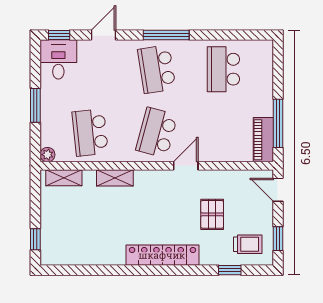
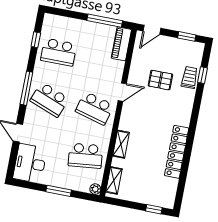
window: (59, 35) -> (36, 40), moved
desk: (58, 59) -> (30, 163), width x1.37
school desk: (157, 69) -> (49, 100), turned 30
piano: (263, 140) -> (121, 44), moved, turned 90
door: (186, 166) -> (122, 92), swing flipped
trolley: (248, 244) -> (190, 77), moved
locker: (162, 255) -> (177, 152), moved

